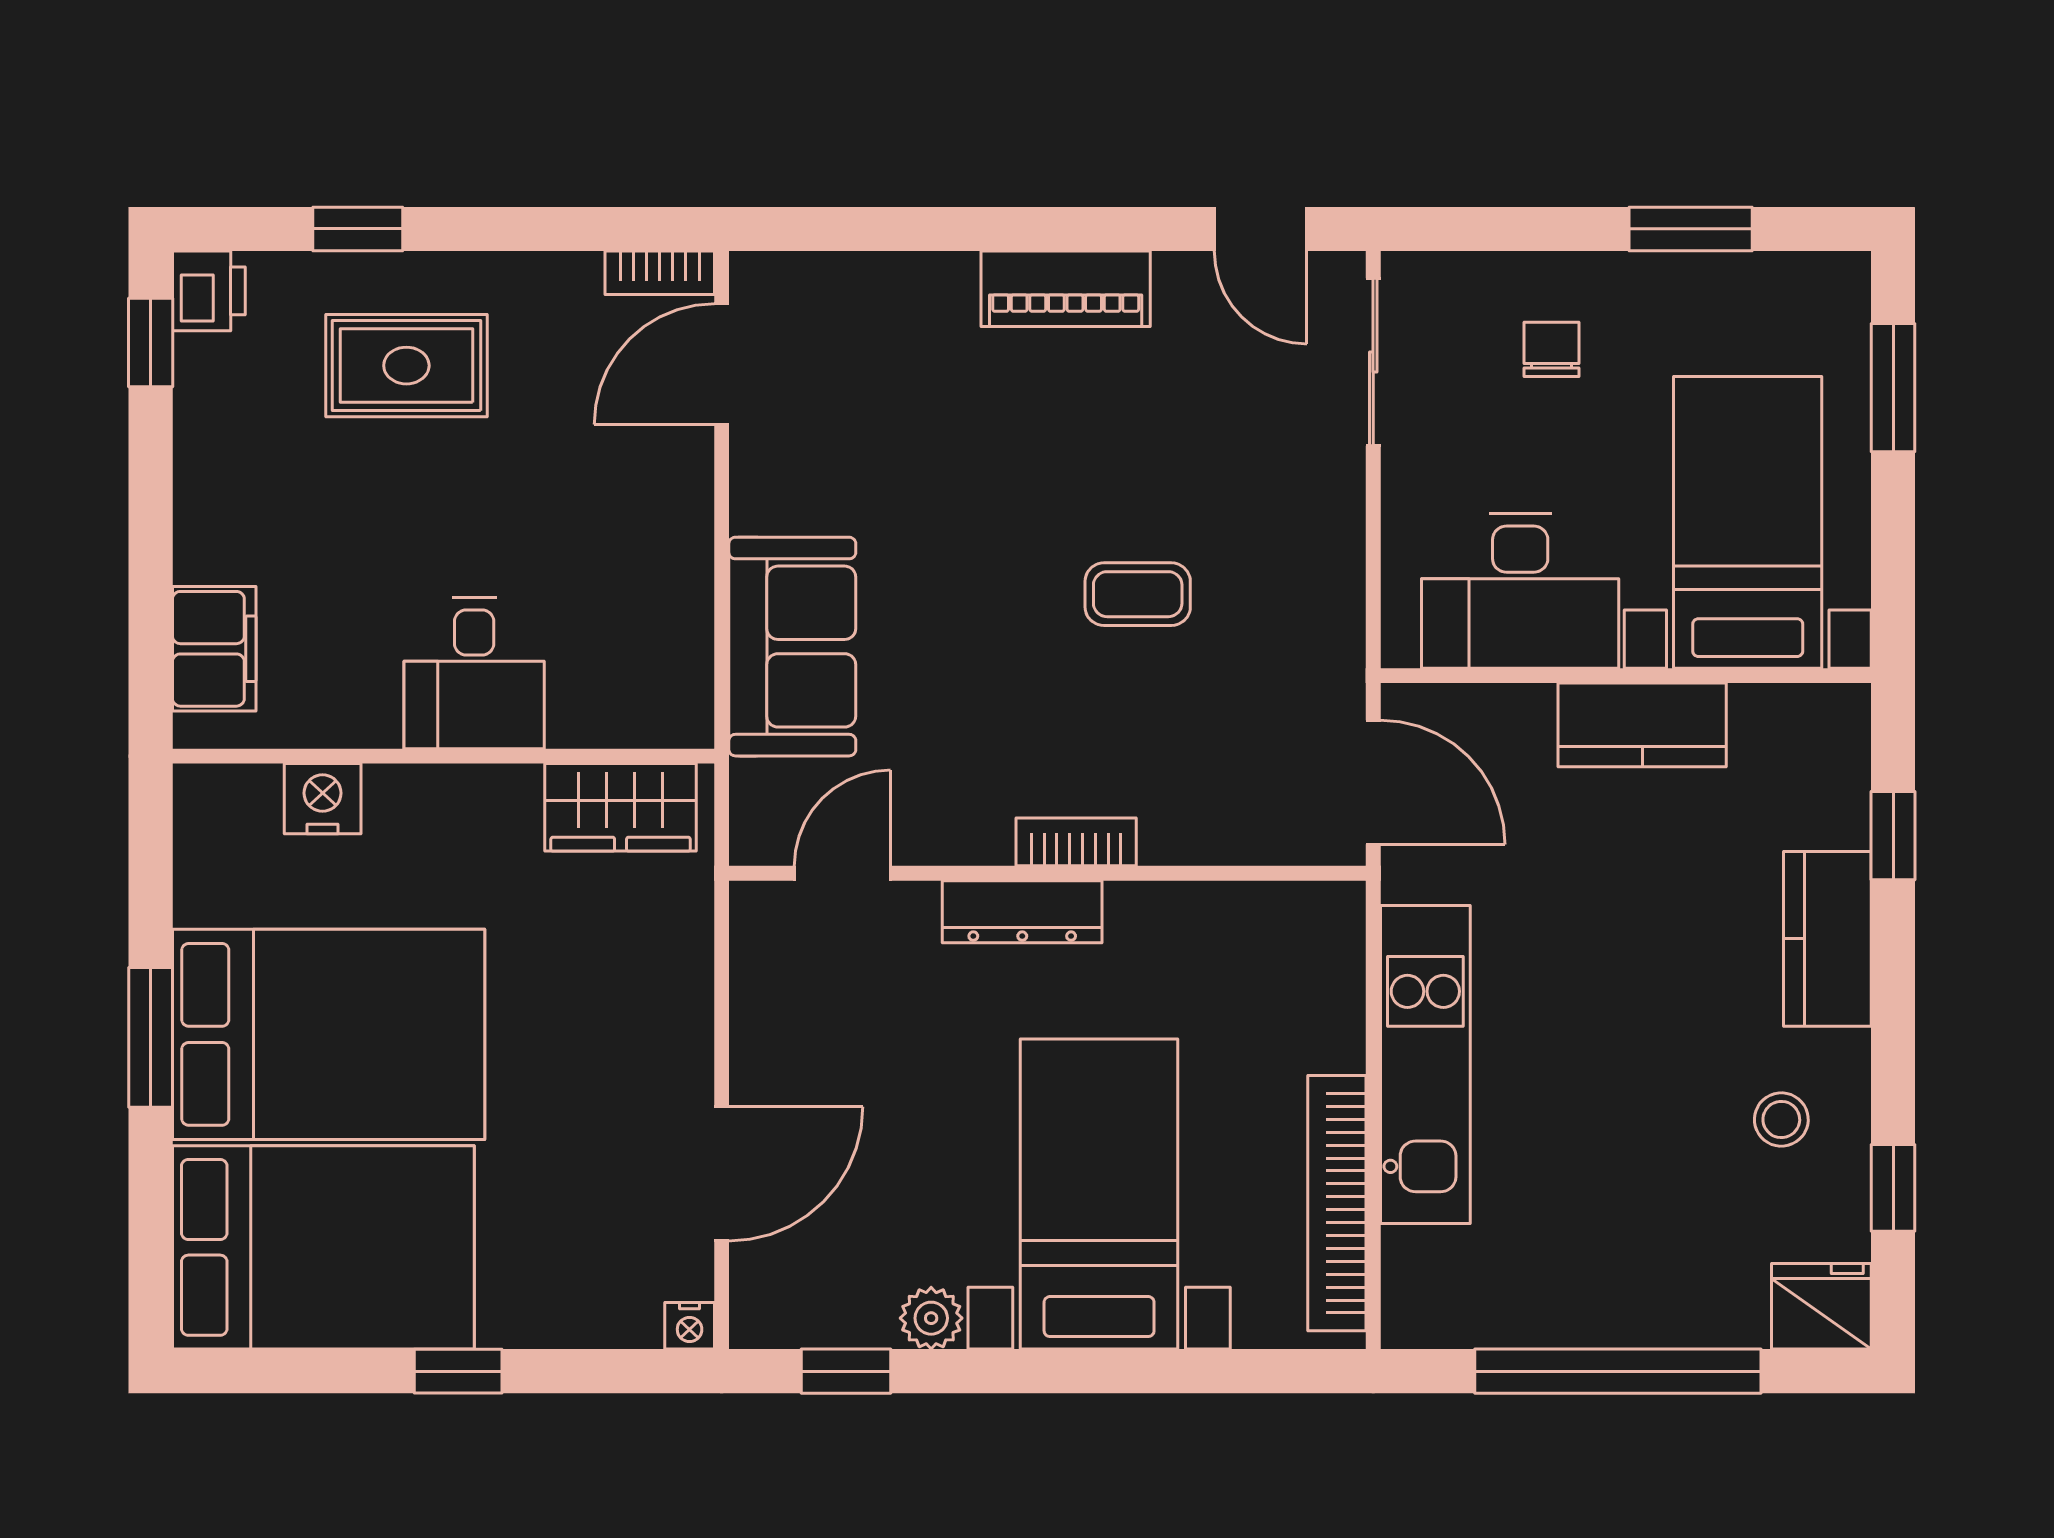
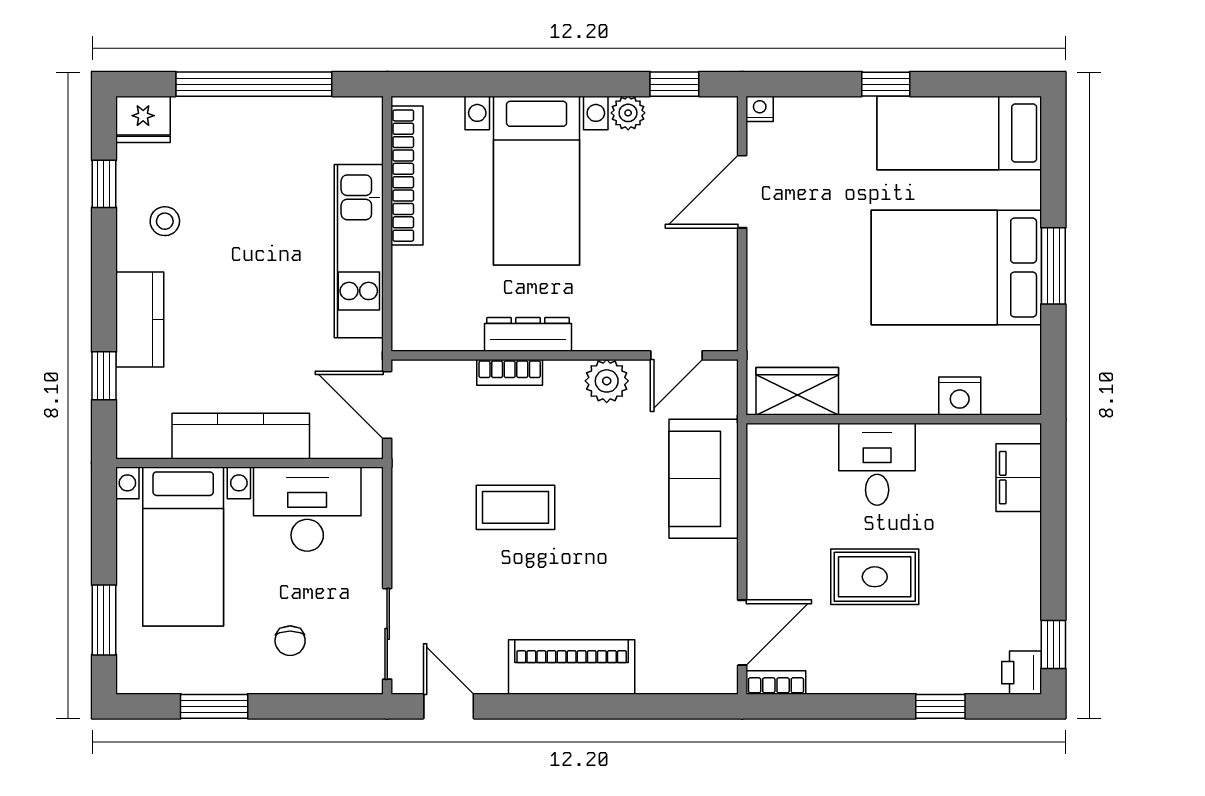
piano: (1066, 289) -> (572, 667), width x1.37, depth x1.33
rug: (406, 366) -> (875, 577), moved
coffee table: (1138, 594) -> (516, 507), width x1.36, depth x1.30
kitchen counter: (1642, 725) -> (241, 436), width x1.50
plant: (970, 826) -> (607, 381), added
bookcase: (1076, 842) -> (510, 372), moved
dresser: (1022, 912) -> (528, 334), moved
bed: (323, 1247) -> (959, 133), width x0.67

